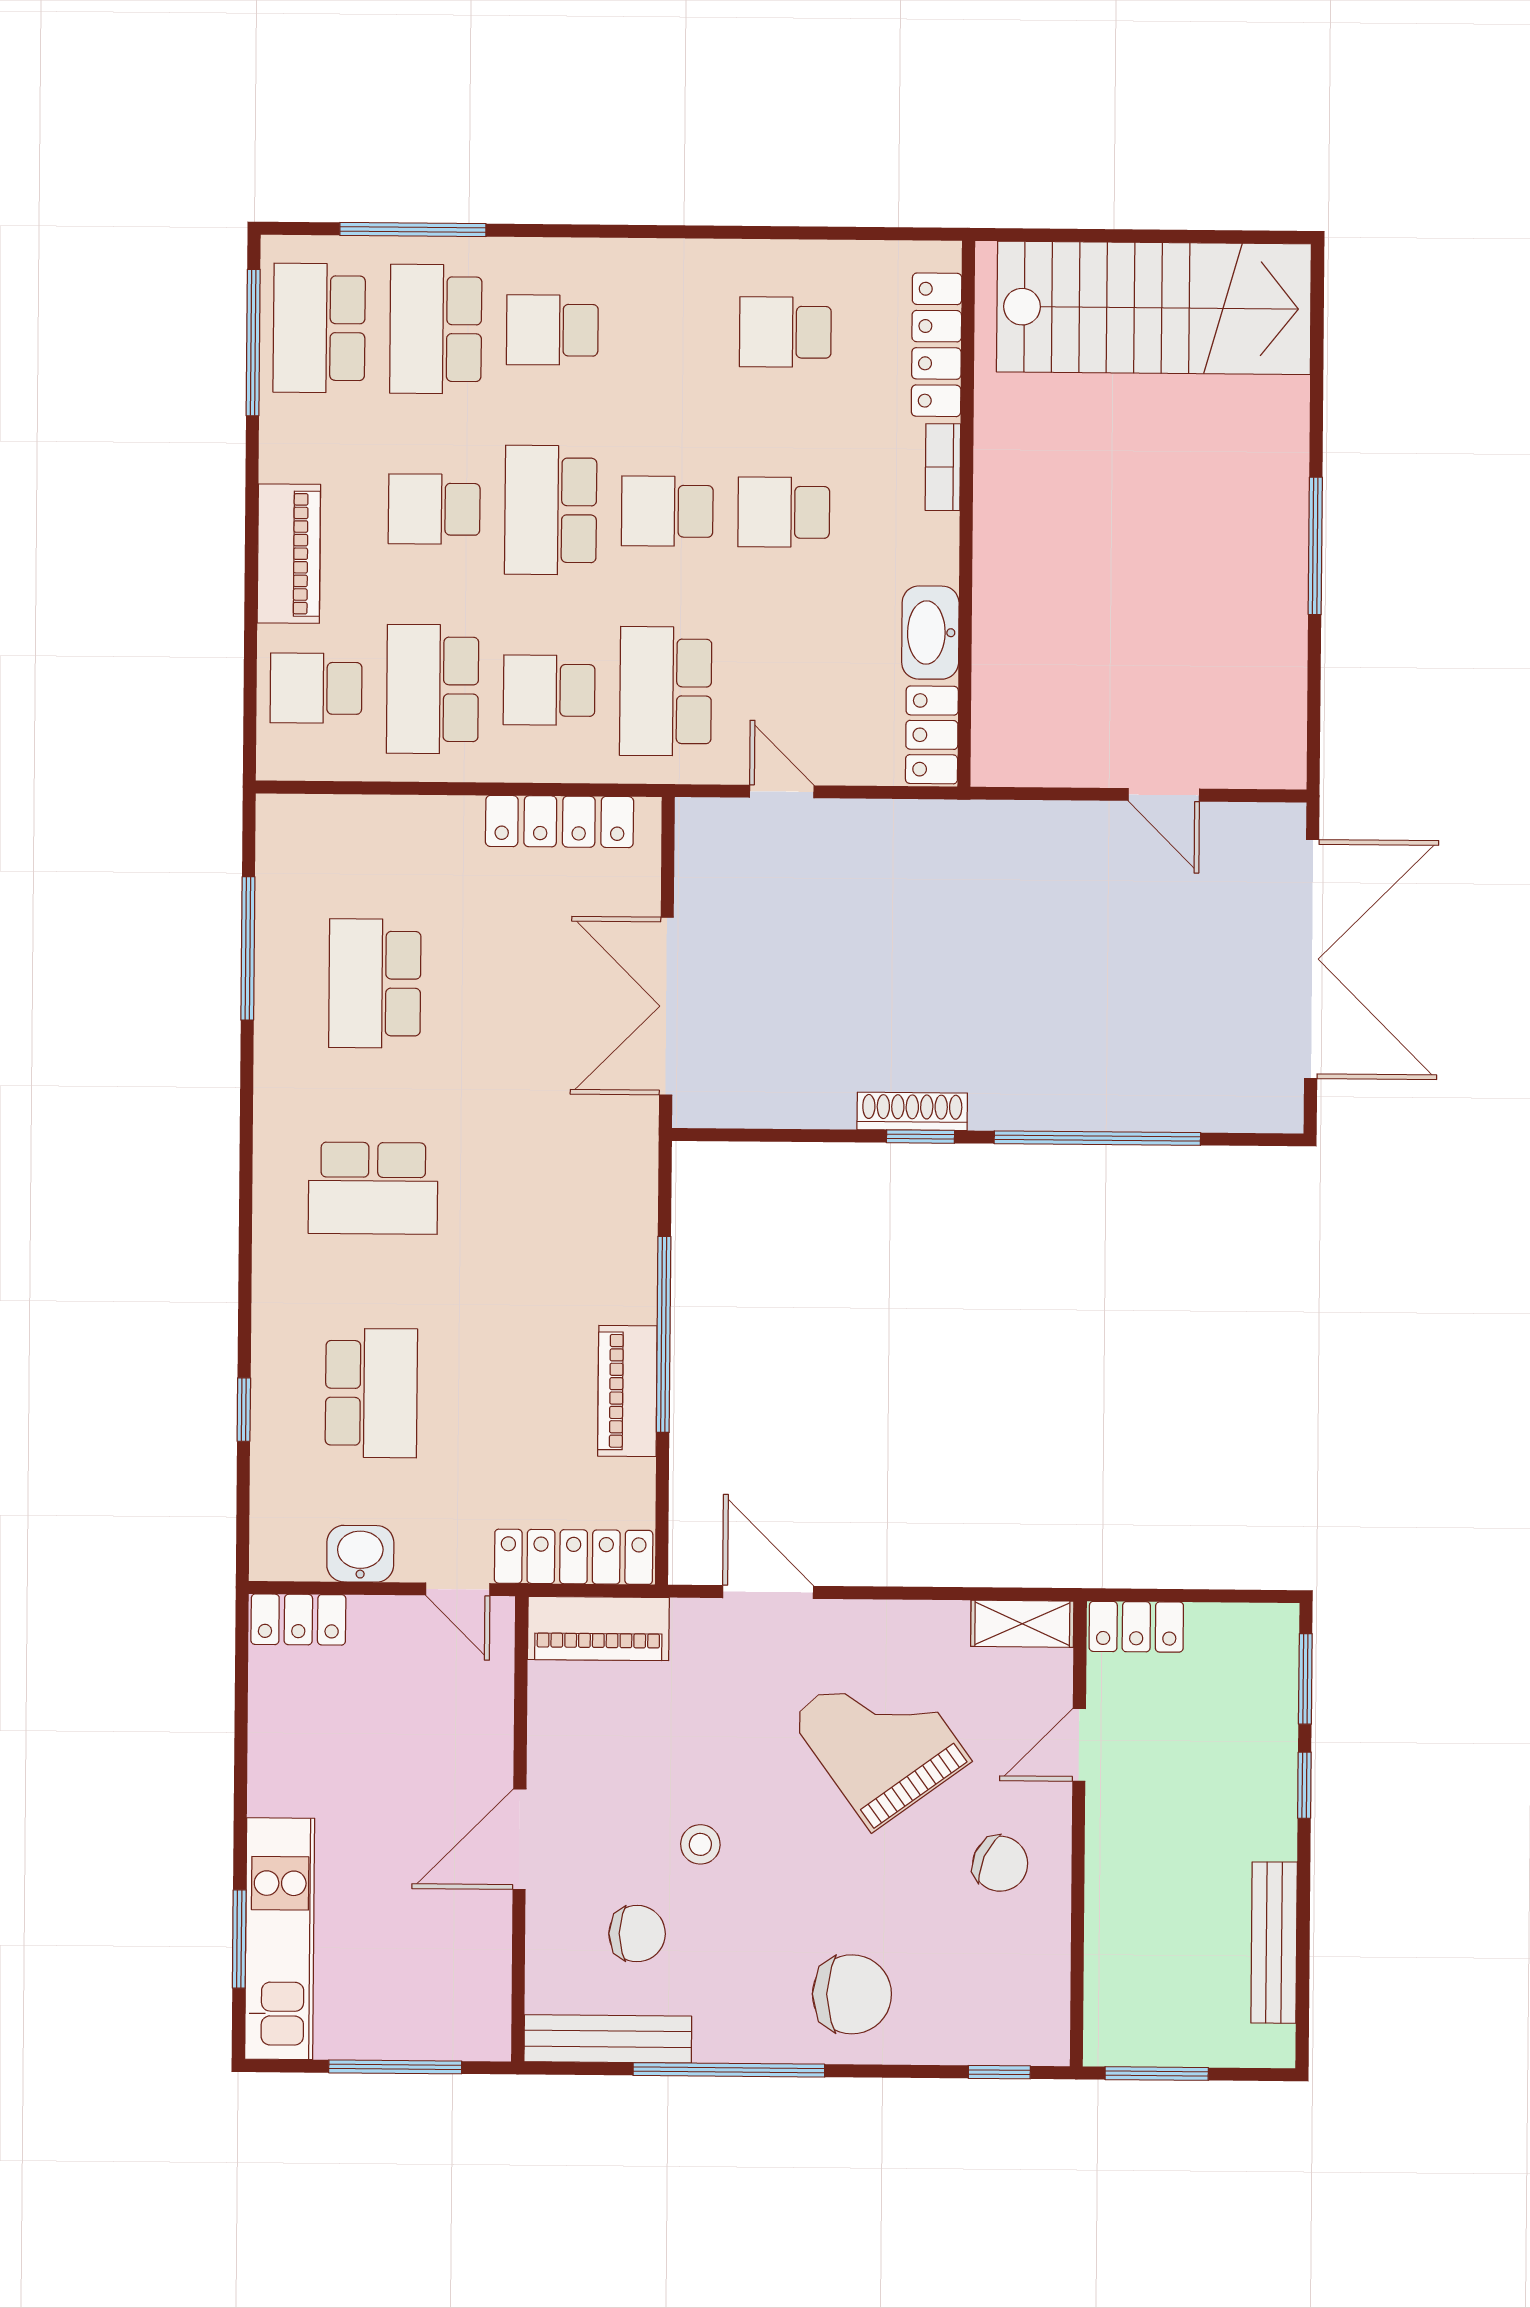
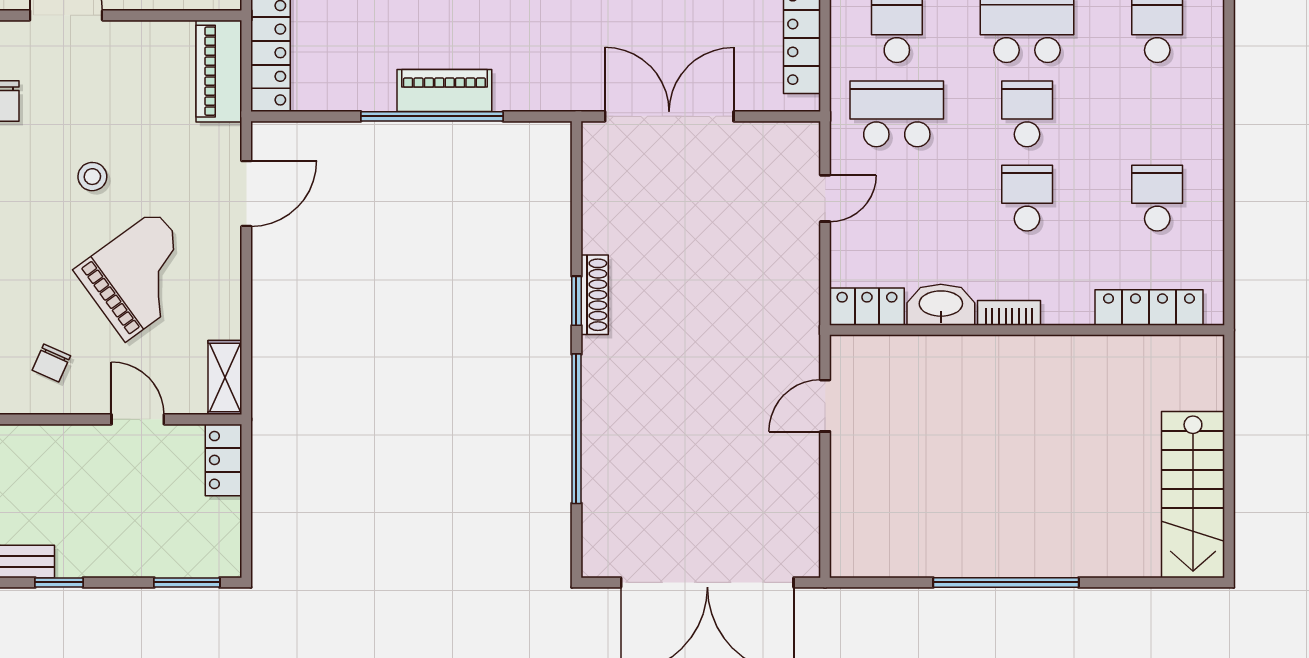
stairs: (1154, 308) -> (1193, 495), width x0.73, depth x0.66
bookcase: (943, 467) -> (1009, 313), moved
window: (1315, 546) -> (1006, 582), width x1.46
door: (1164, 795) -> (825, 406), moved
piano: (627, 1391) -> (444, 91), moved
window: (1304, 1785) -> (59, 582), moved
stool: (700, 1844) -> (92, 177), moved
chair: (1000, 1864) -> (51, 363), width x0.73, depth x0.73

